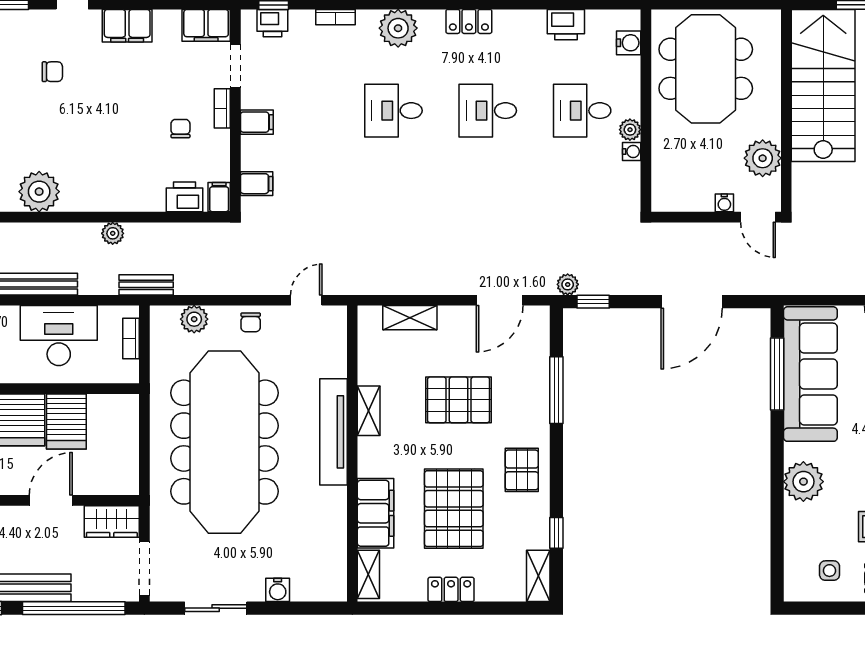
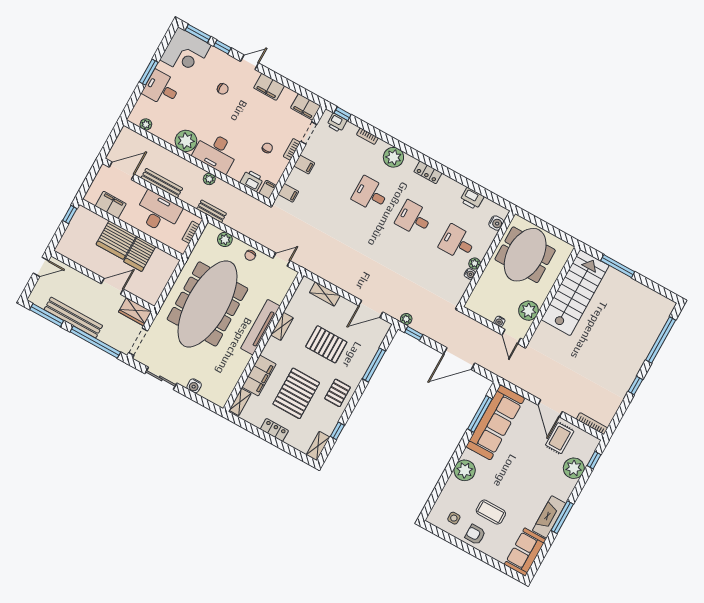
desk: (99, 182) -> (216, 152), added

